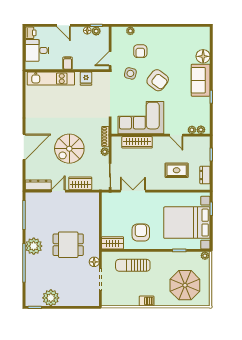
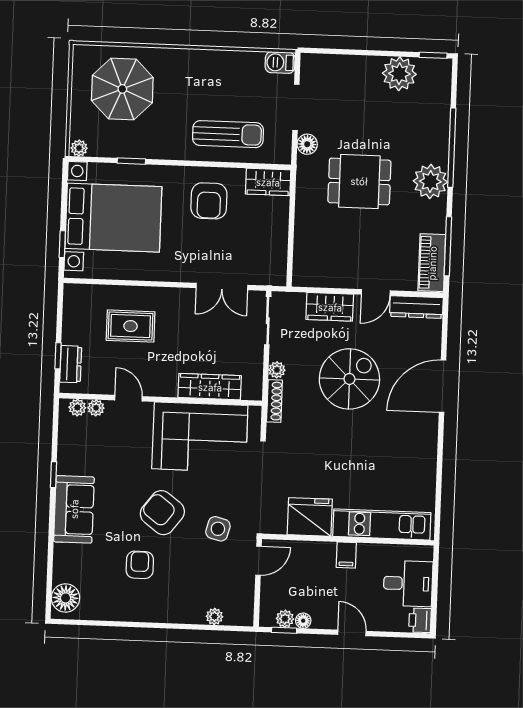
armchair: (140, 51) -> (140, 565), moved
floor lamp: (203, 56) -> (66, 598), moved
fridge: (86, 79) -> (310, 517), width x1.88, depth x1.34
dresser: (205, 175) -> (71, 364), moved
piano: (31, 207) -> (432, 263), added
barbecue: (147, 301) -> (280, 63), moved

